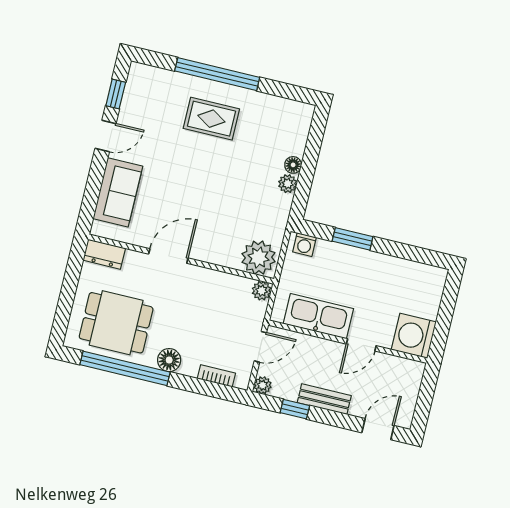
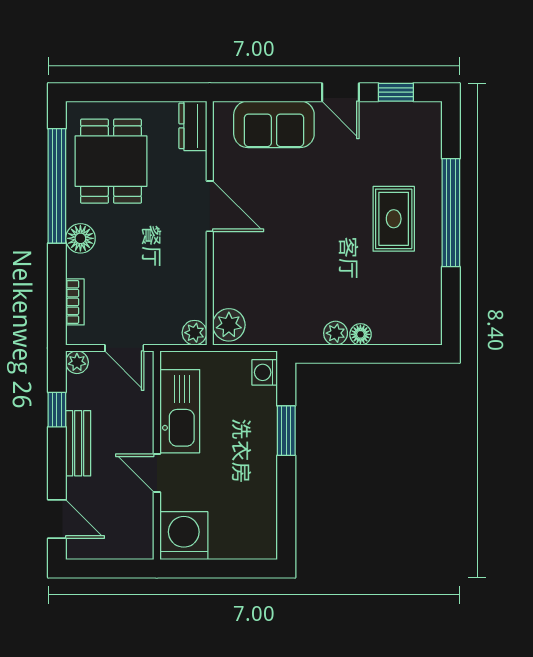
plant: (259, 258) -> (229, 325), width x0.73, depth x0.73

